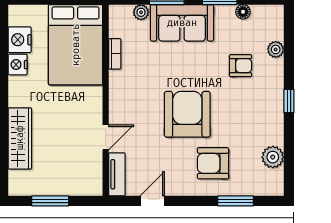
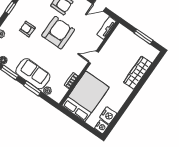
nightstand: (18, 65) -> (102, 127), moved
armchair: (241, 66) -> (27, 29), moved
armchair: (187, 114) -> (58, 33), turned 180
door: (106, 137) -> (93, 57), moved

